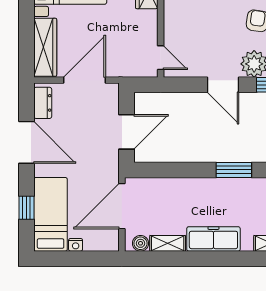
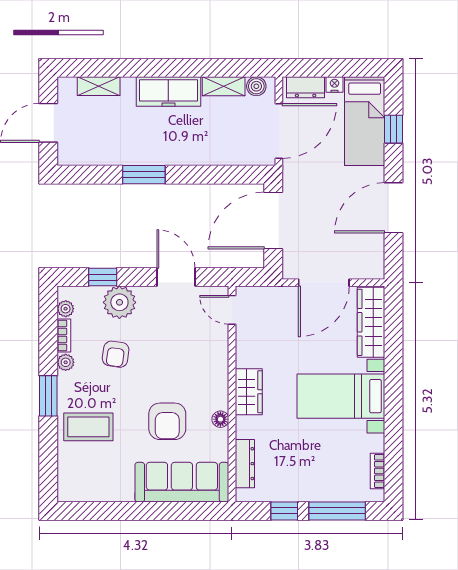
door: (223, 85) -> (176, 277), moved
dresser: (43, 103) -> (306, 87), moved, turned -90
door: (126, 132) -> (273, 221), width x1.36
door: (27, 142) -> (394, 208), hinge flipped

